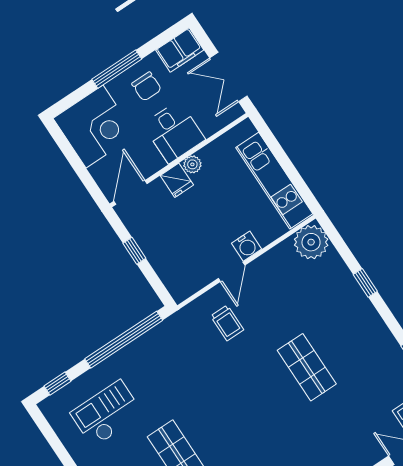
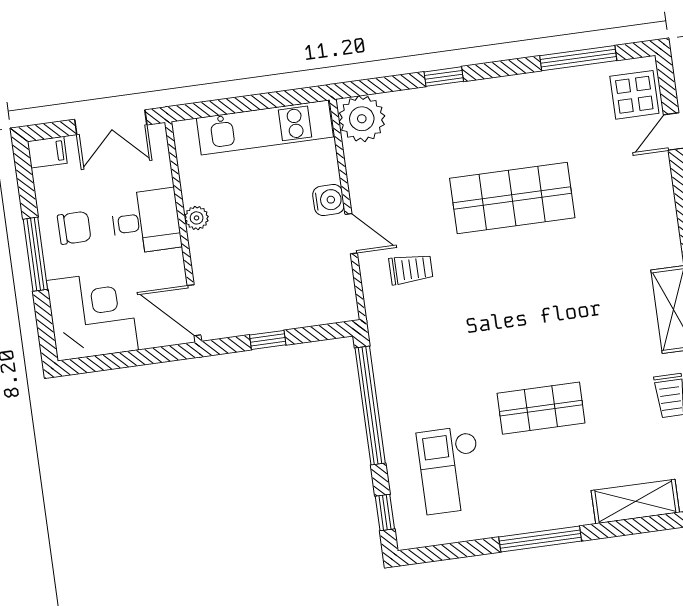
filing cabinet: (180, 50) -> (47, 152), width x0.50
fridge: (177, 180) -> (207, 246), removed
shop shelf: (307, 367) -> (512, 198), width x1.43, depth x1.36

